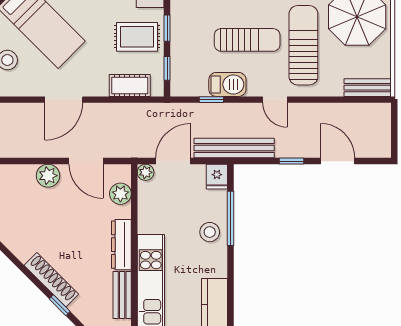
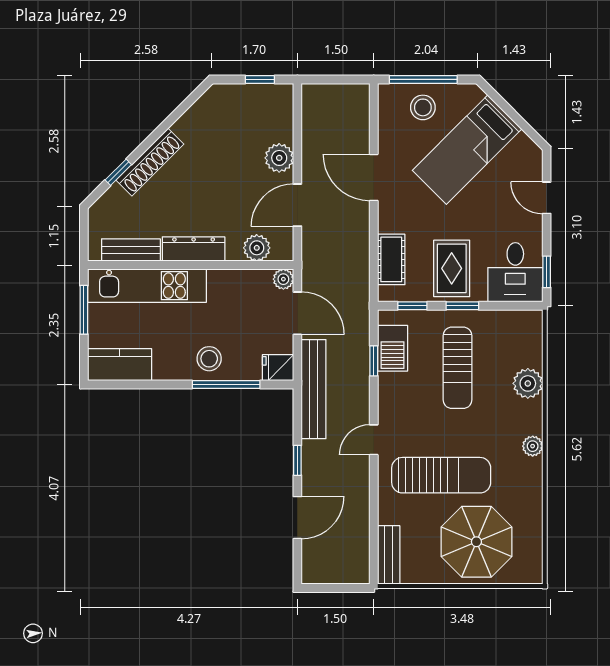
sun lounger: (247, 40) -> (458, 368), moved
barbecue: (227, 84) -> (393, 348), moved

